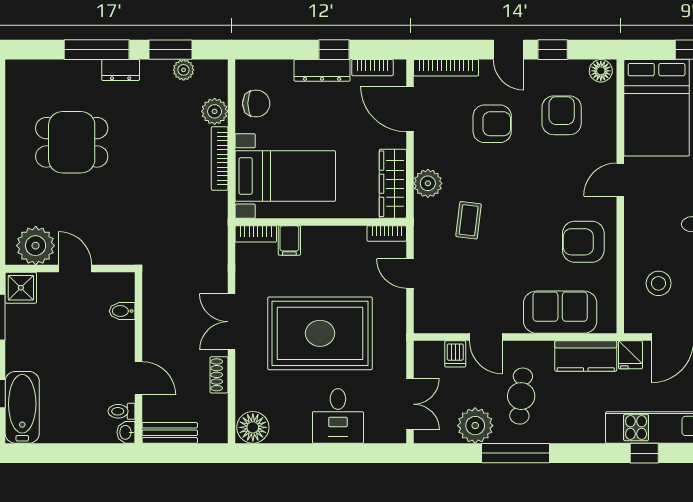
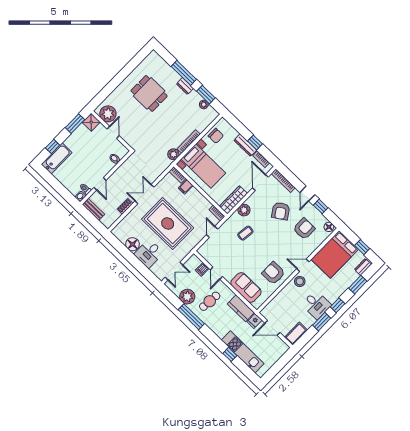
plant: (215, 111) -> (173, 154), moved
armchair: (492, 124) -> (281, 211), turned 56
stool: (659, 283) -> (300, 281), moved
floor lamp: (253, 427) -> (132, 244), moved

